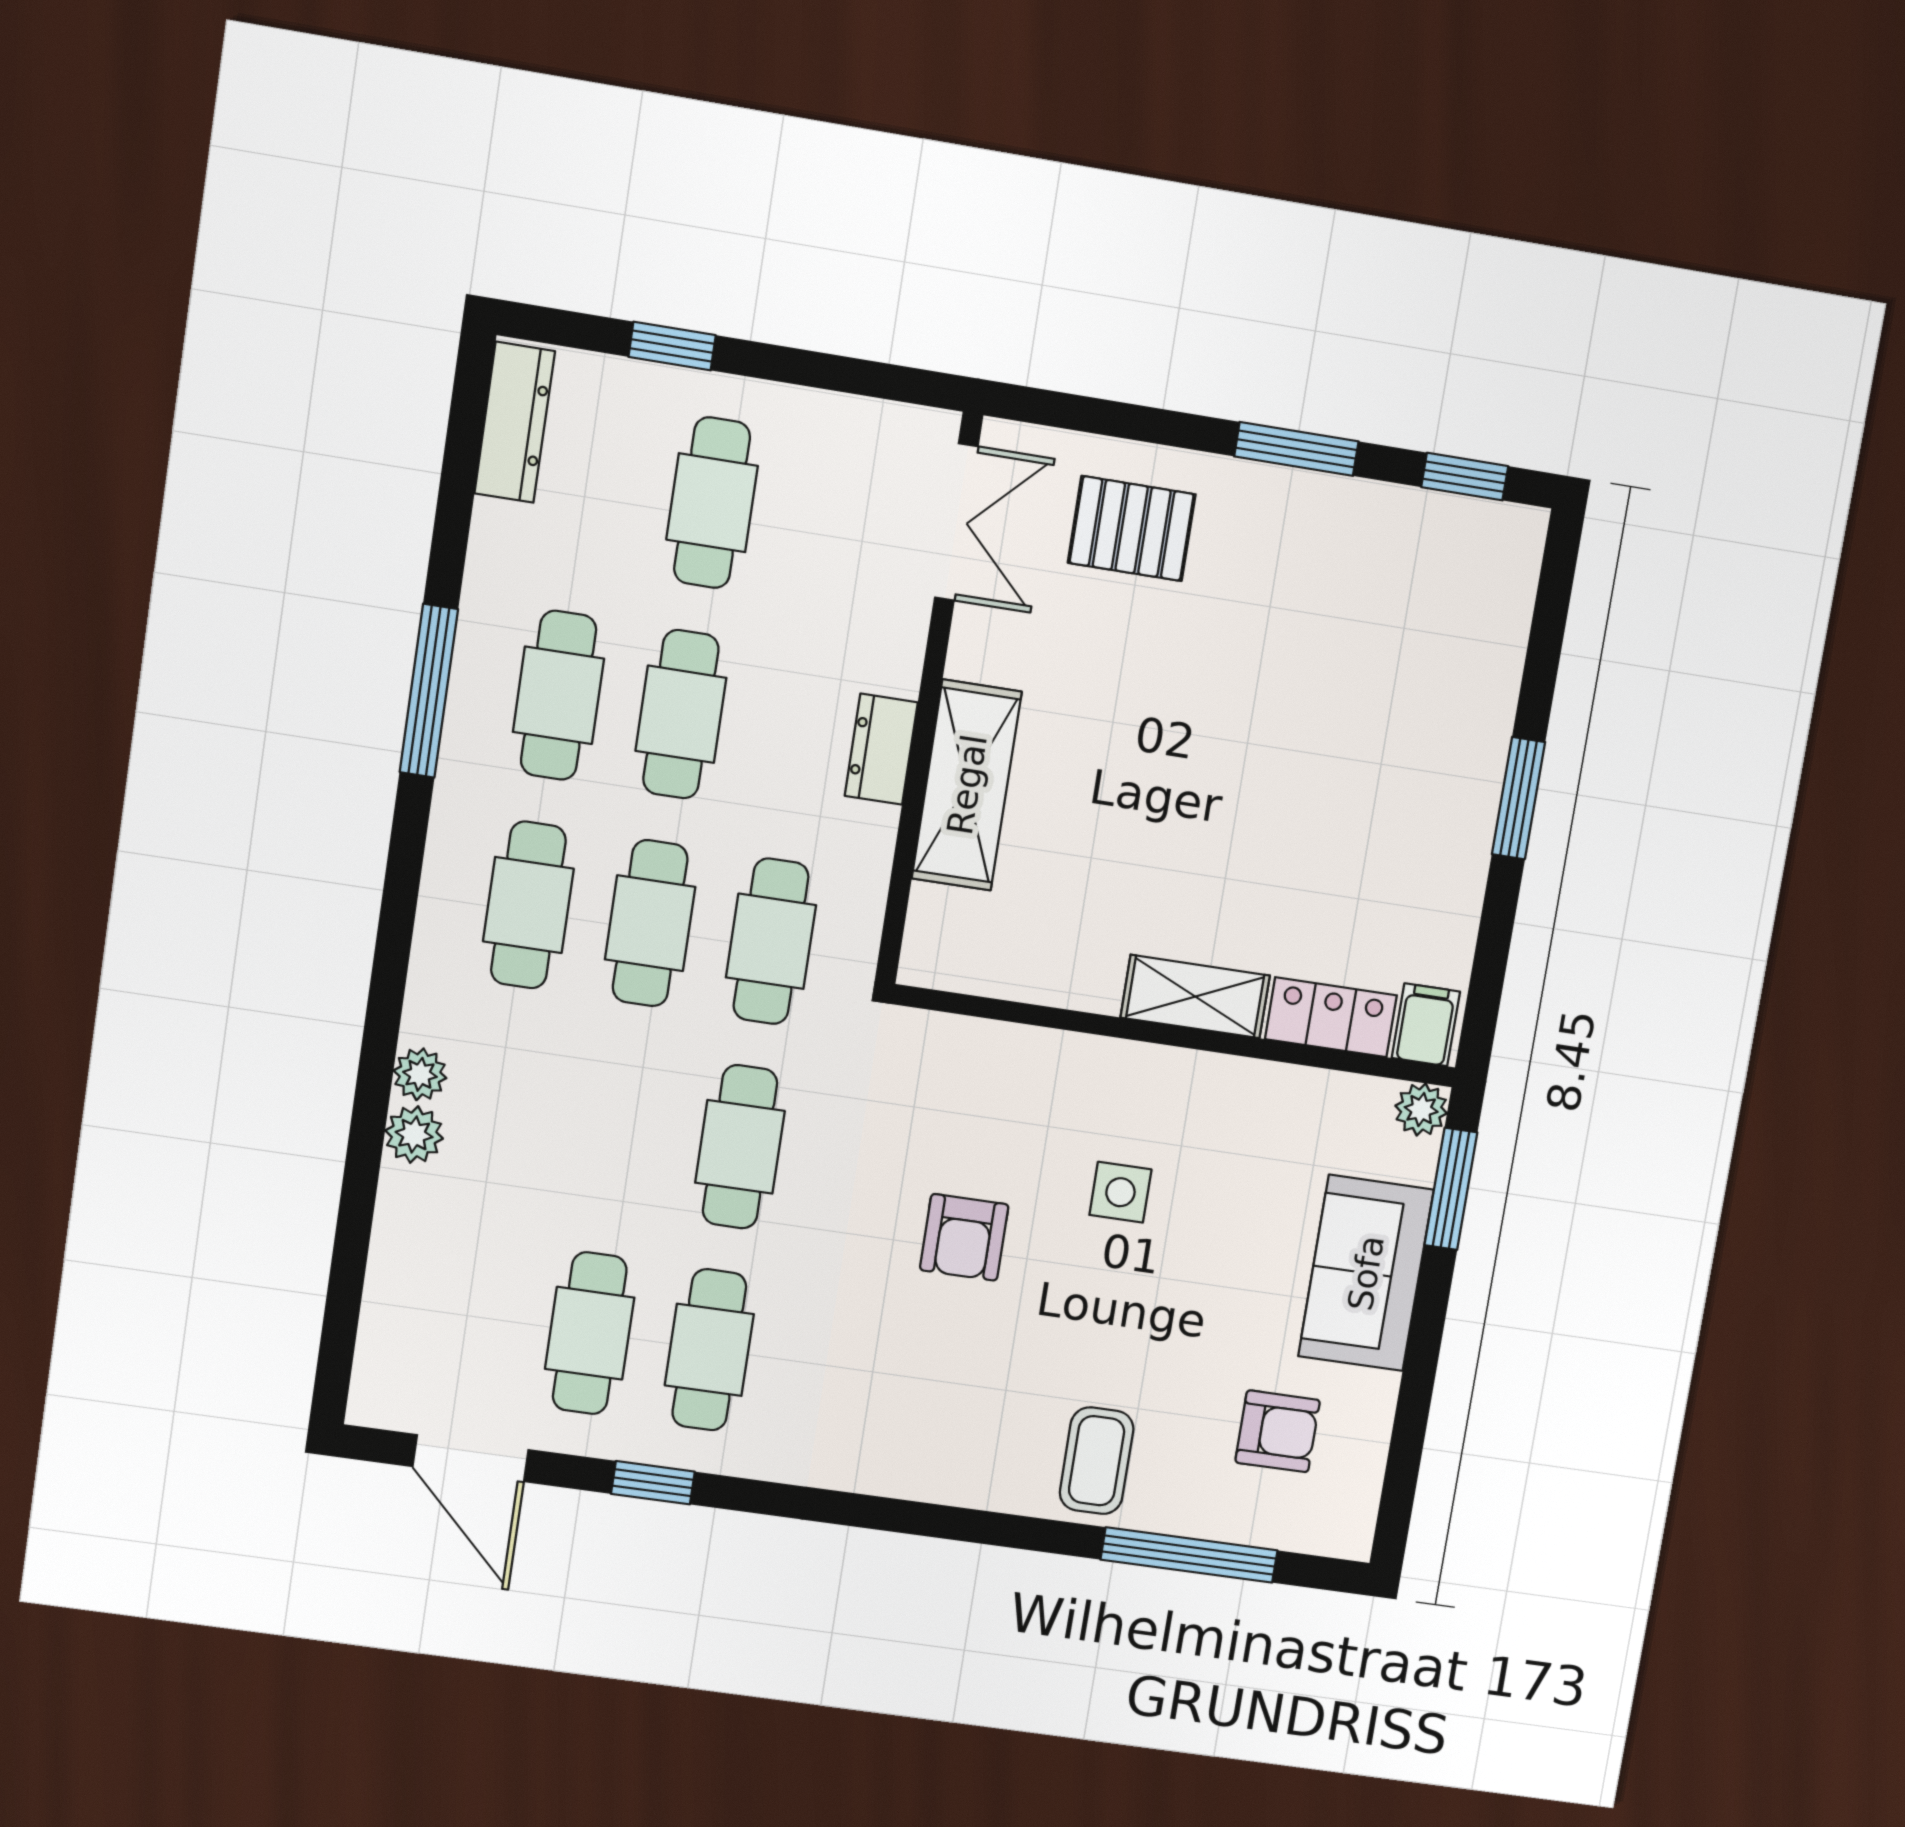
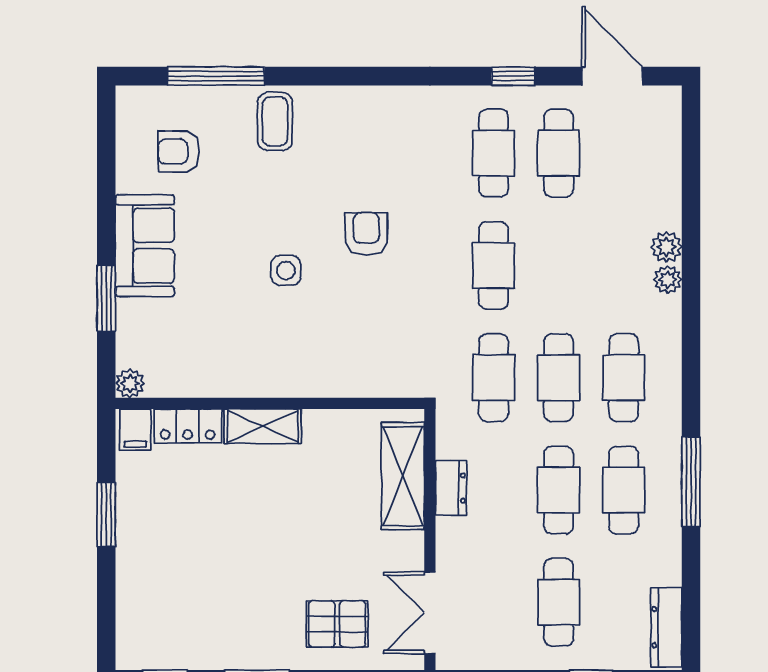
shelving: (1195, 997) -> (263, 426), moved
locker: (1331, 1017) -> (188, 426), moved
filing cabinet: (1426, 1025) -> (135, 430), moved
wall: (1176, 1036) -> (270, 403), moved
plant: (1421, 1110) -> (130, 383), moved

